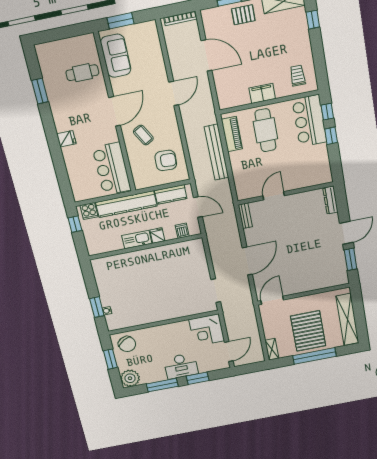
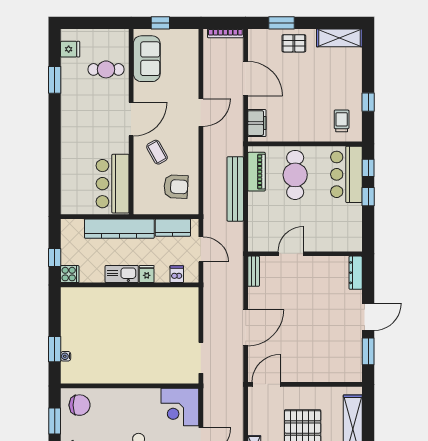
window: (313, 20) -> (368, 102), moved
window: (120, 21) -> (160, 23), width x0.67
filing cabinet: (262, 93) -> (257, 123), moved, turned 90
fridge: (66, 139) -> (70, 49), moved
cooker: (89, 211) -> (70, 274), moved, turned -90
window: (75, 224) -> (55, 258), moved
chair: (127, 344) -> (80, 405), turned -60

